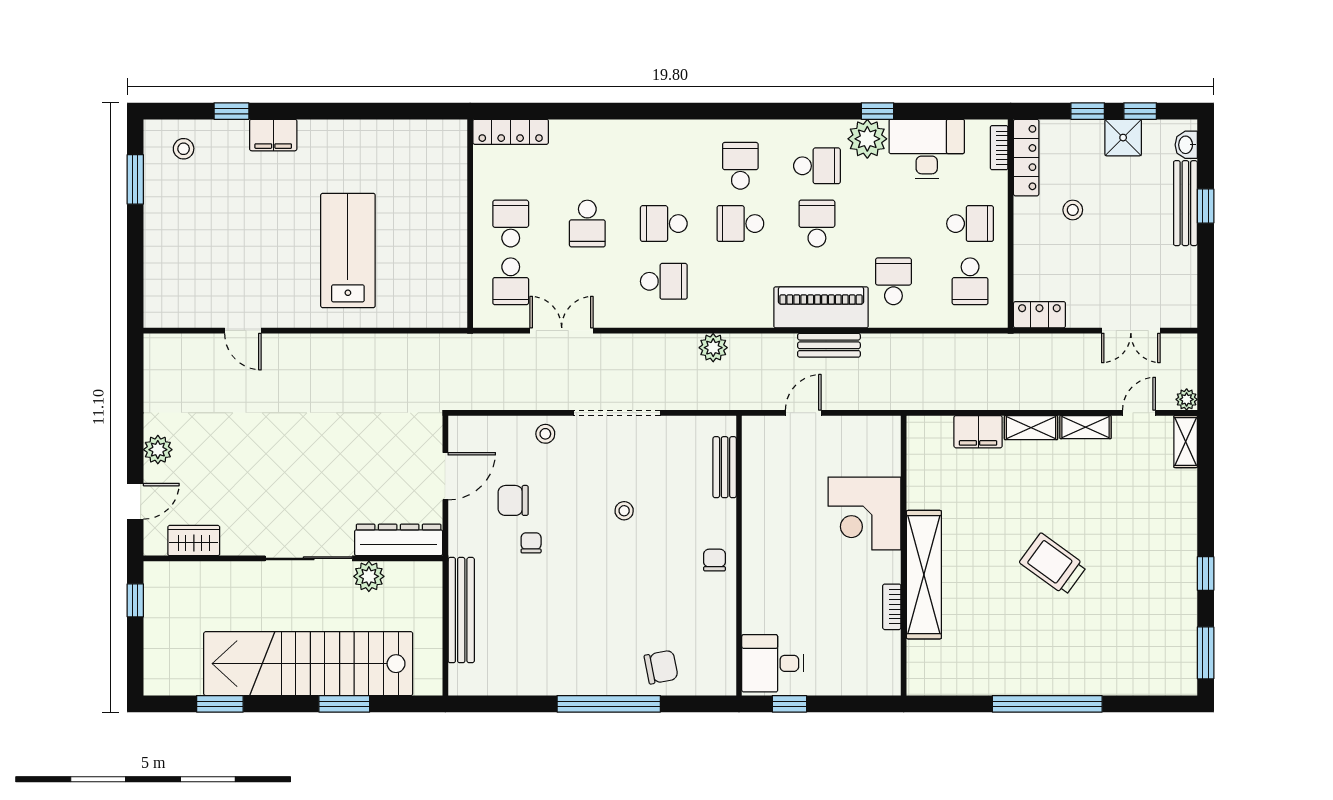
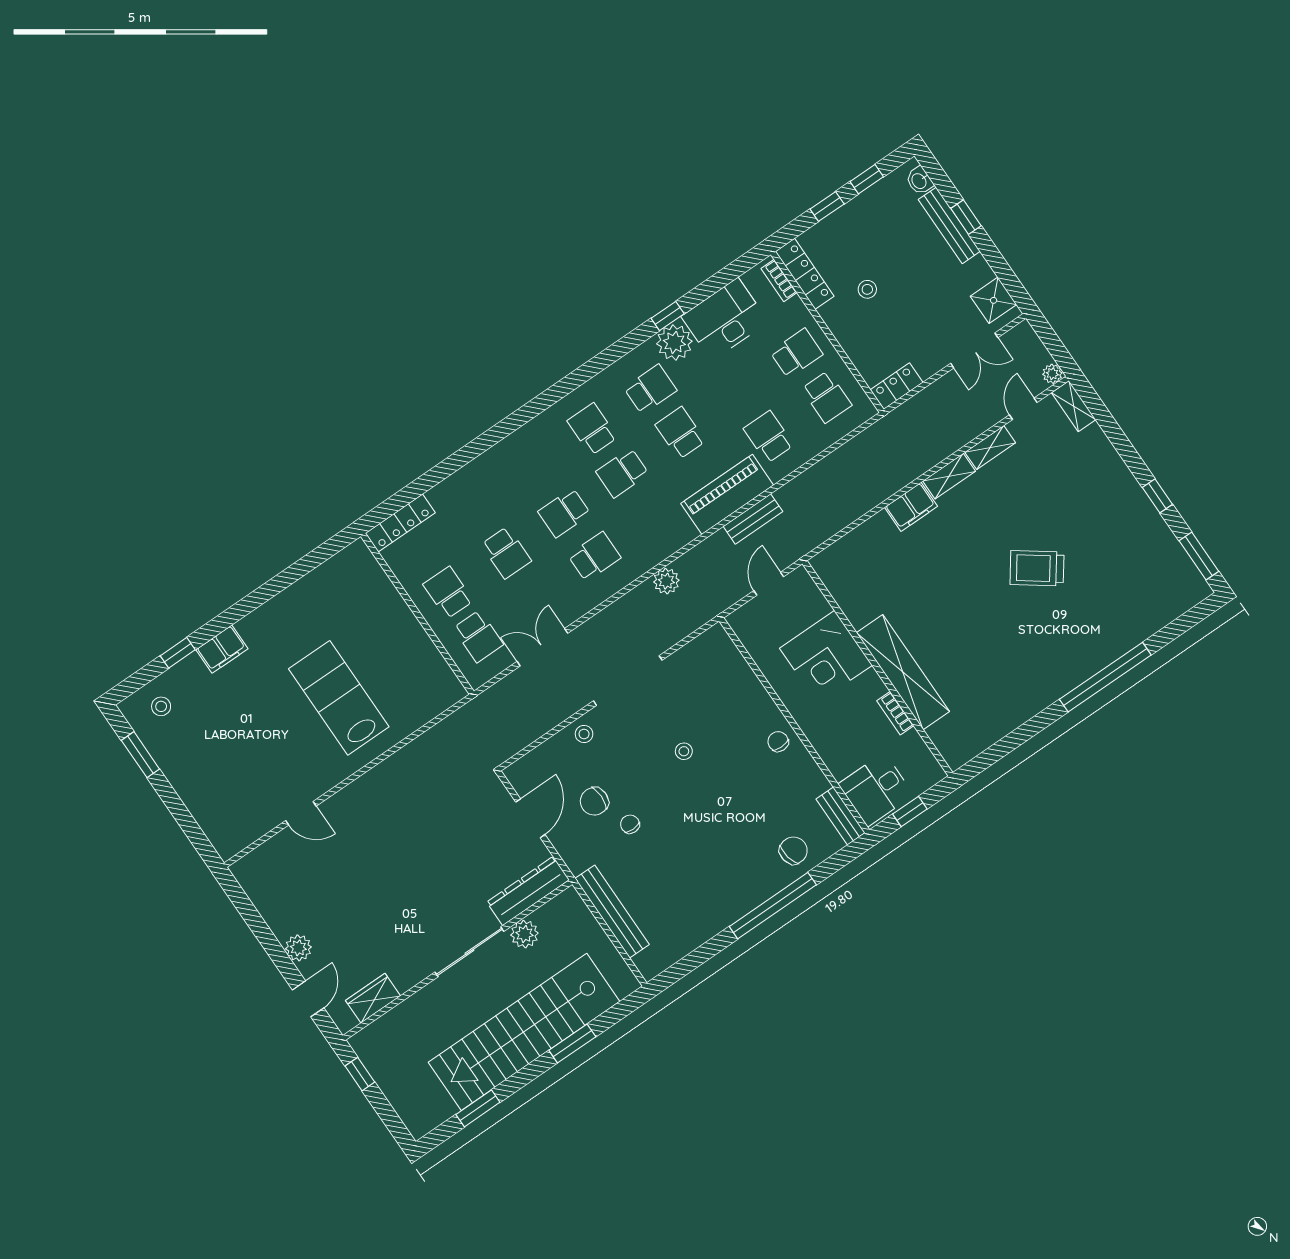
shower: (1123, 138) -> (994, 300), moved
bench: (725, 467) -> (841, 816), moved
corner desk: (864, 513) -> (826, 657), moved
wall: (904, 556) -> (878, 668), moved
shelving: (924, 575) -> (903, 672), moved
bookcase: (892, 607) -> (895, 713), moved

